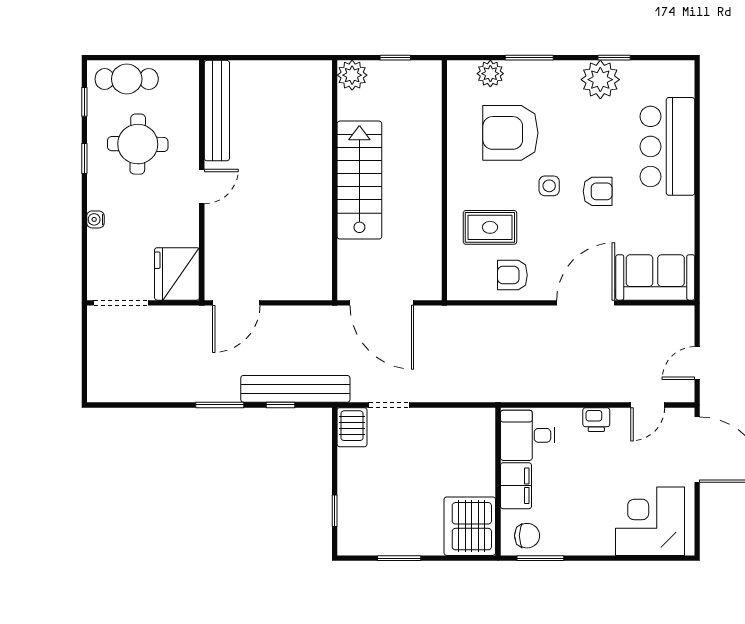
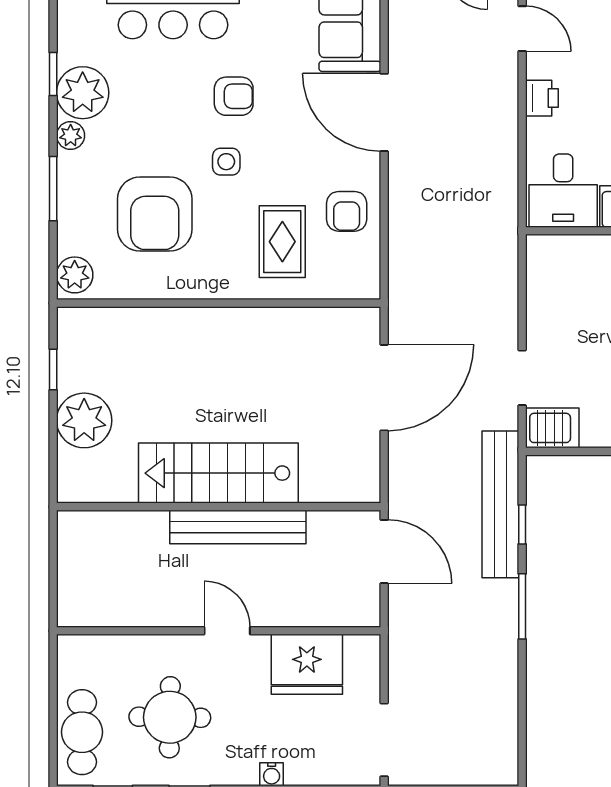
plant: (569, 71) -> (71, 135), added
plant: (490, 74) -> (75, 275), moved
plant: (352, 75) -> (84, 420), width x1.36, depth x1.36
bench: (217, 111) -> (238, 527), moved
wall: (335, 180) -> (219, 507), moved
stairs: (359, 180) -> (218, 473), moved
armchair: (598, 191) -> (234, 96), turned 90
fridge: (177, 274) -> (307, 664), moved
door: (236, 303) -> (384, 551), moved

